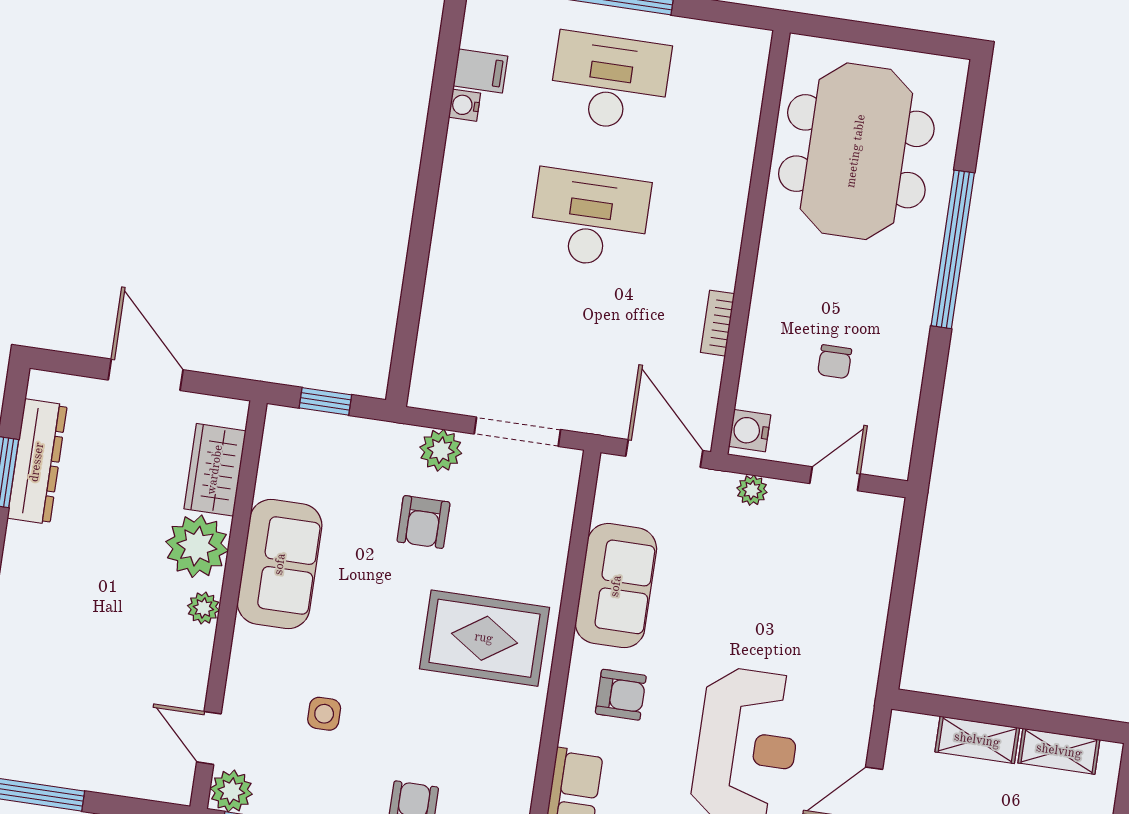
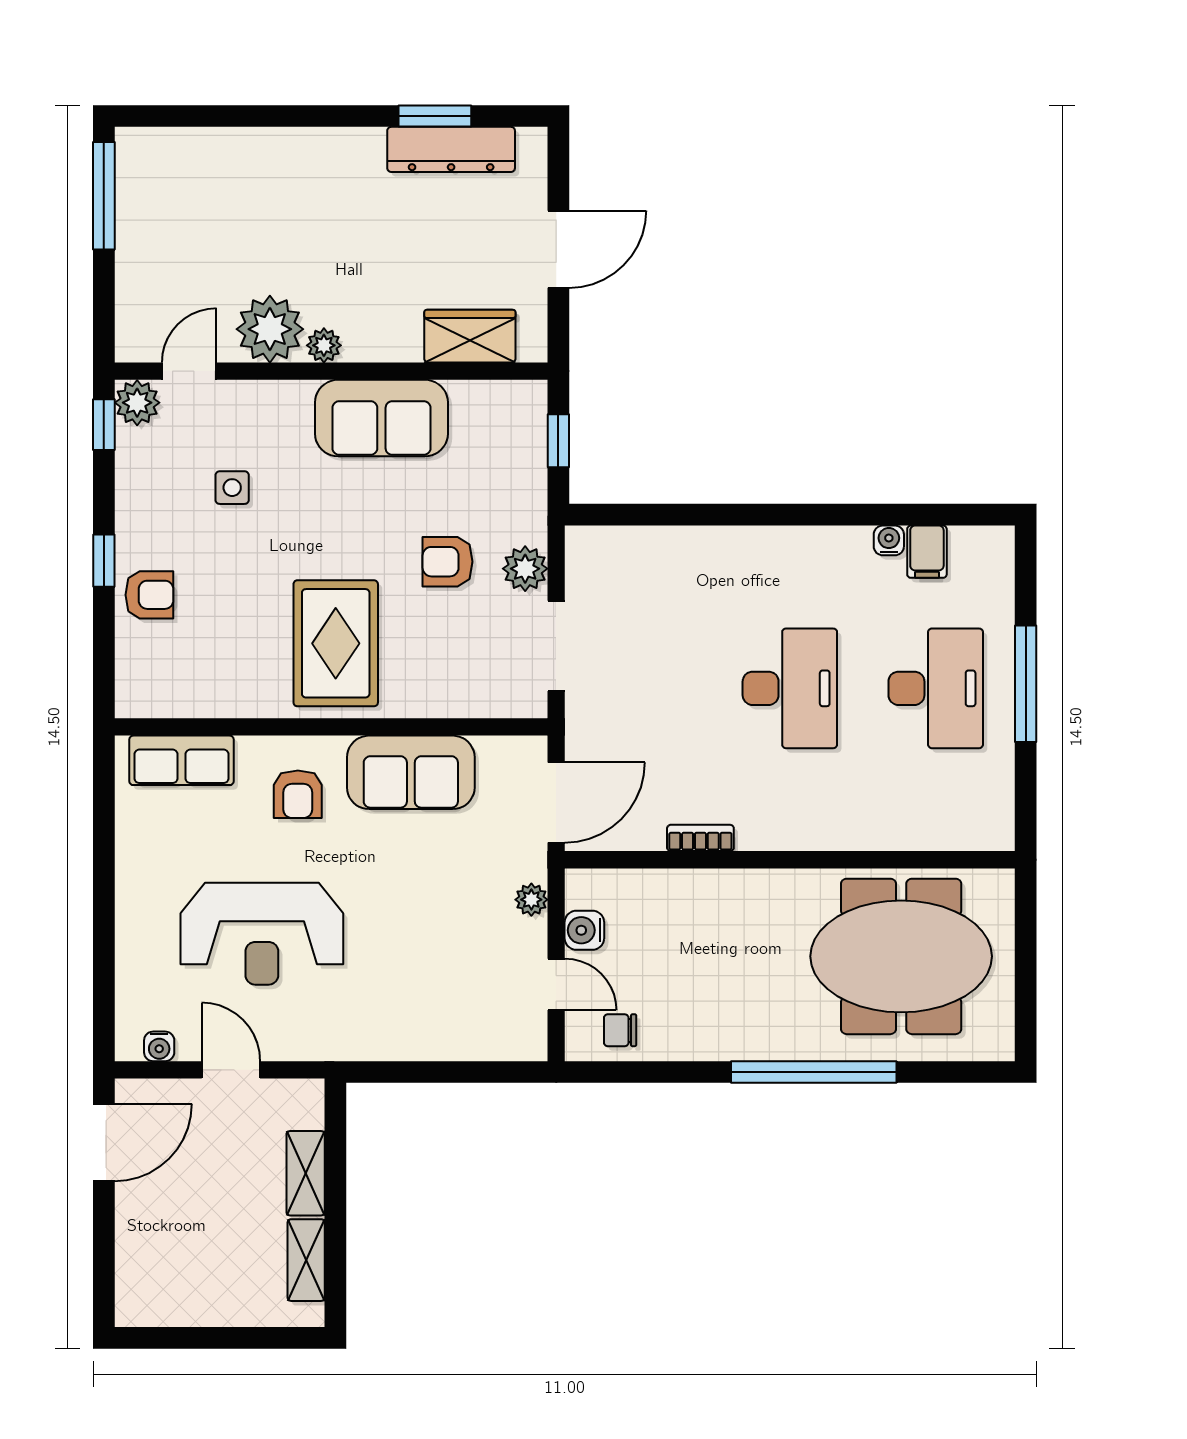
chair: (835, 362) -> (620, 1030), moved
water cooler: (750, 431) -> (584, 930), moved, turned -90
plant: (197, 546) -> (270, 329), moved

